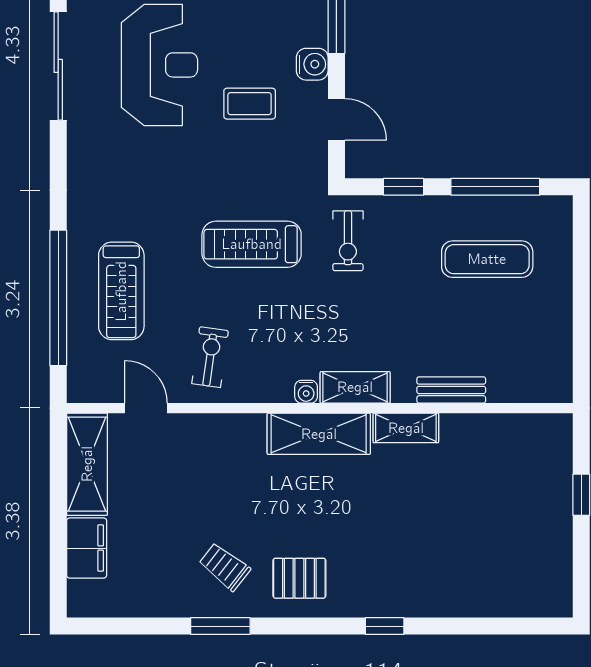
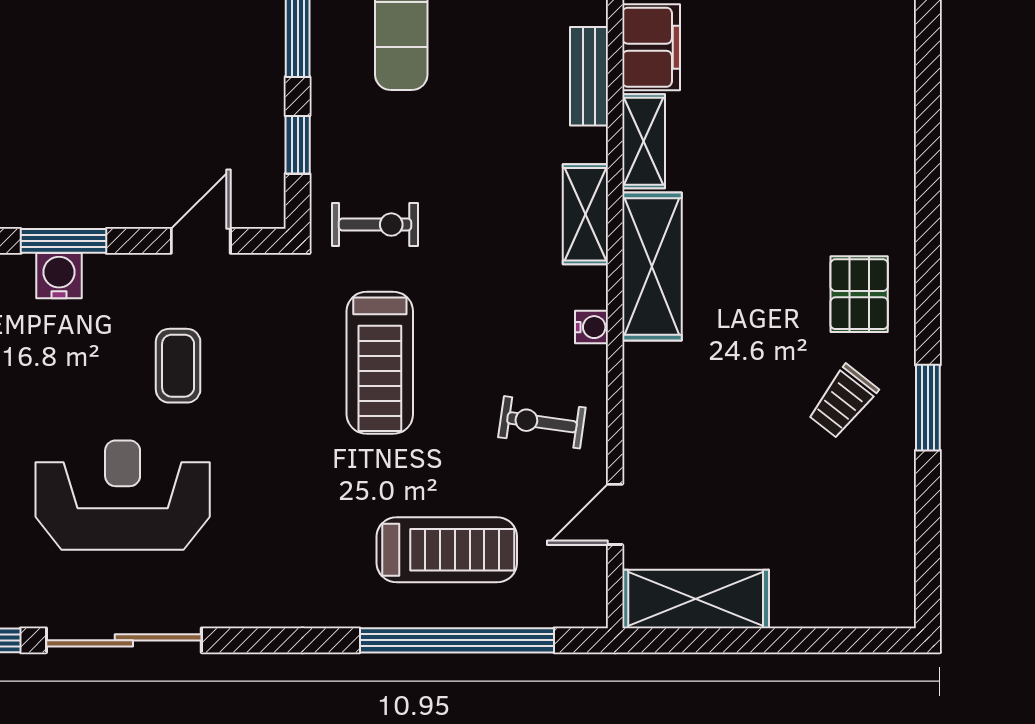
water cooler: (312, 64) -> (59, 276), moved
water cooler: (306, 392) -> (592, 327), moved
filing cabinet: (87, 548) -> (651, 47), moved, turned 90
window: (385, 626) -> (928, 172), removed

